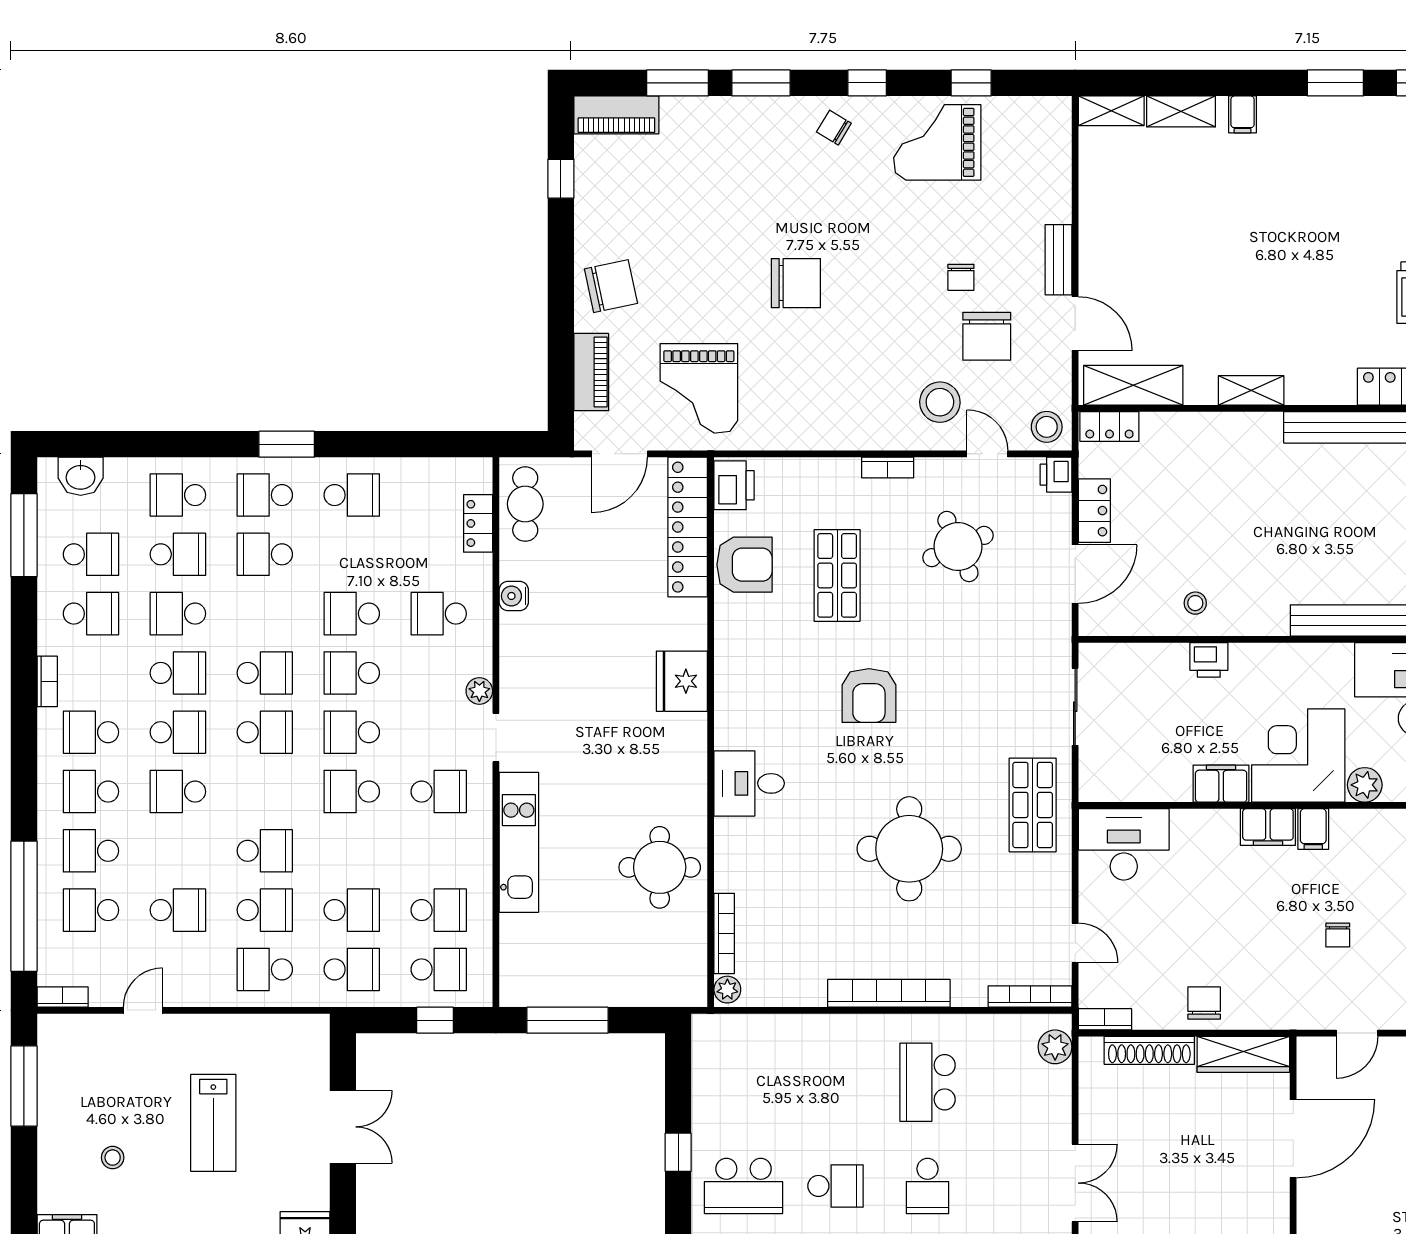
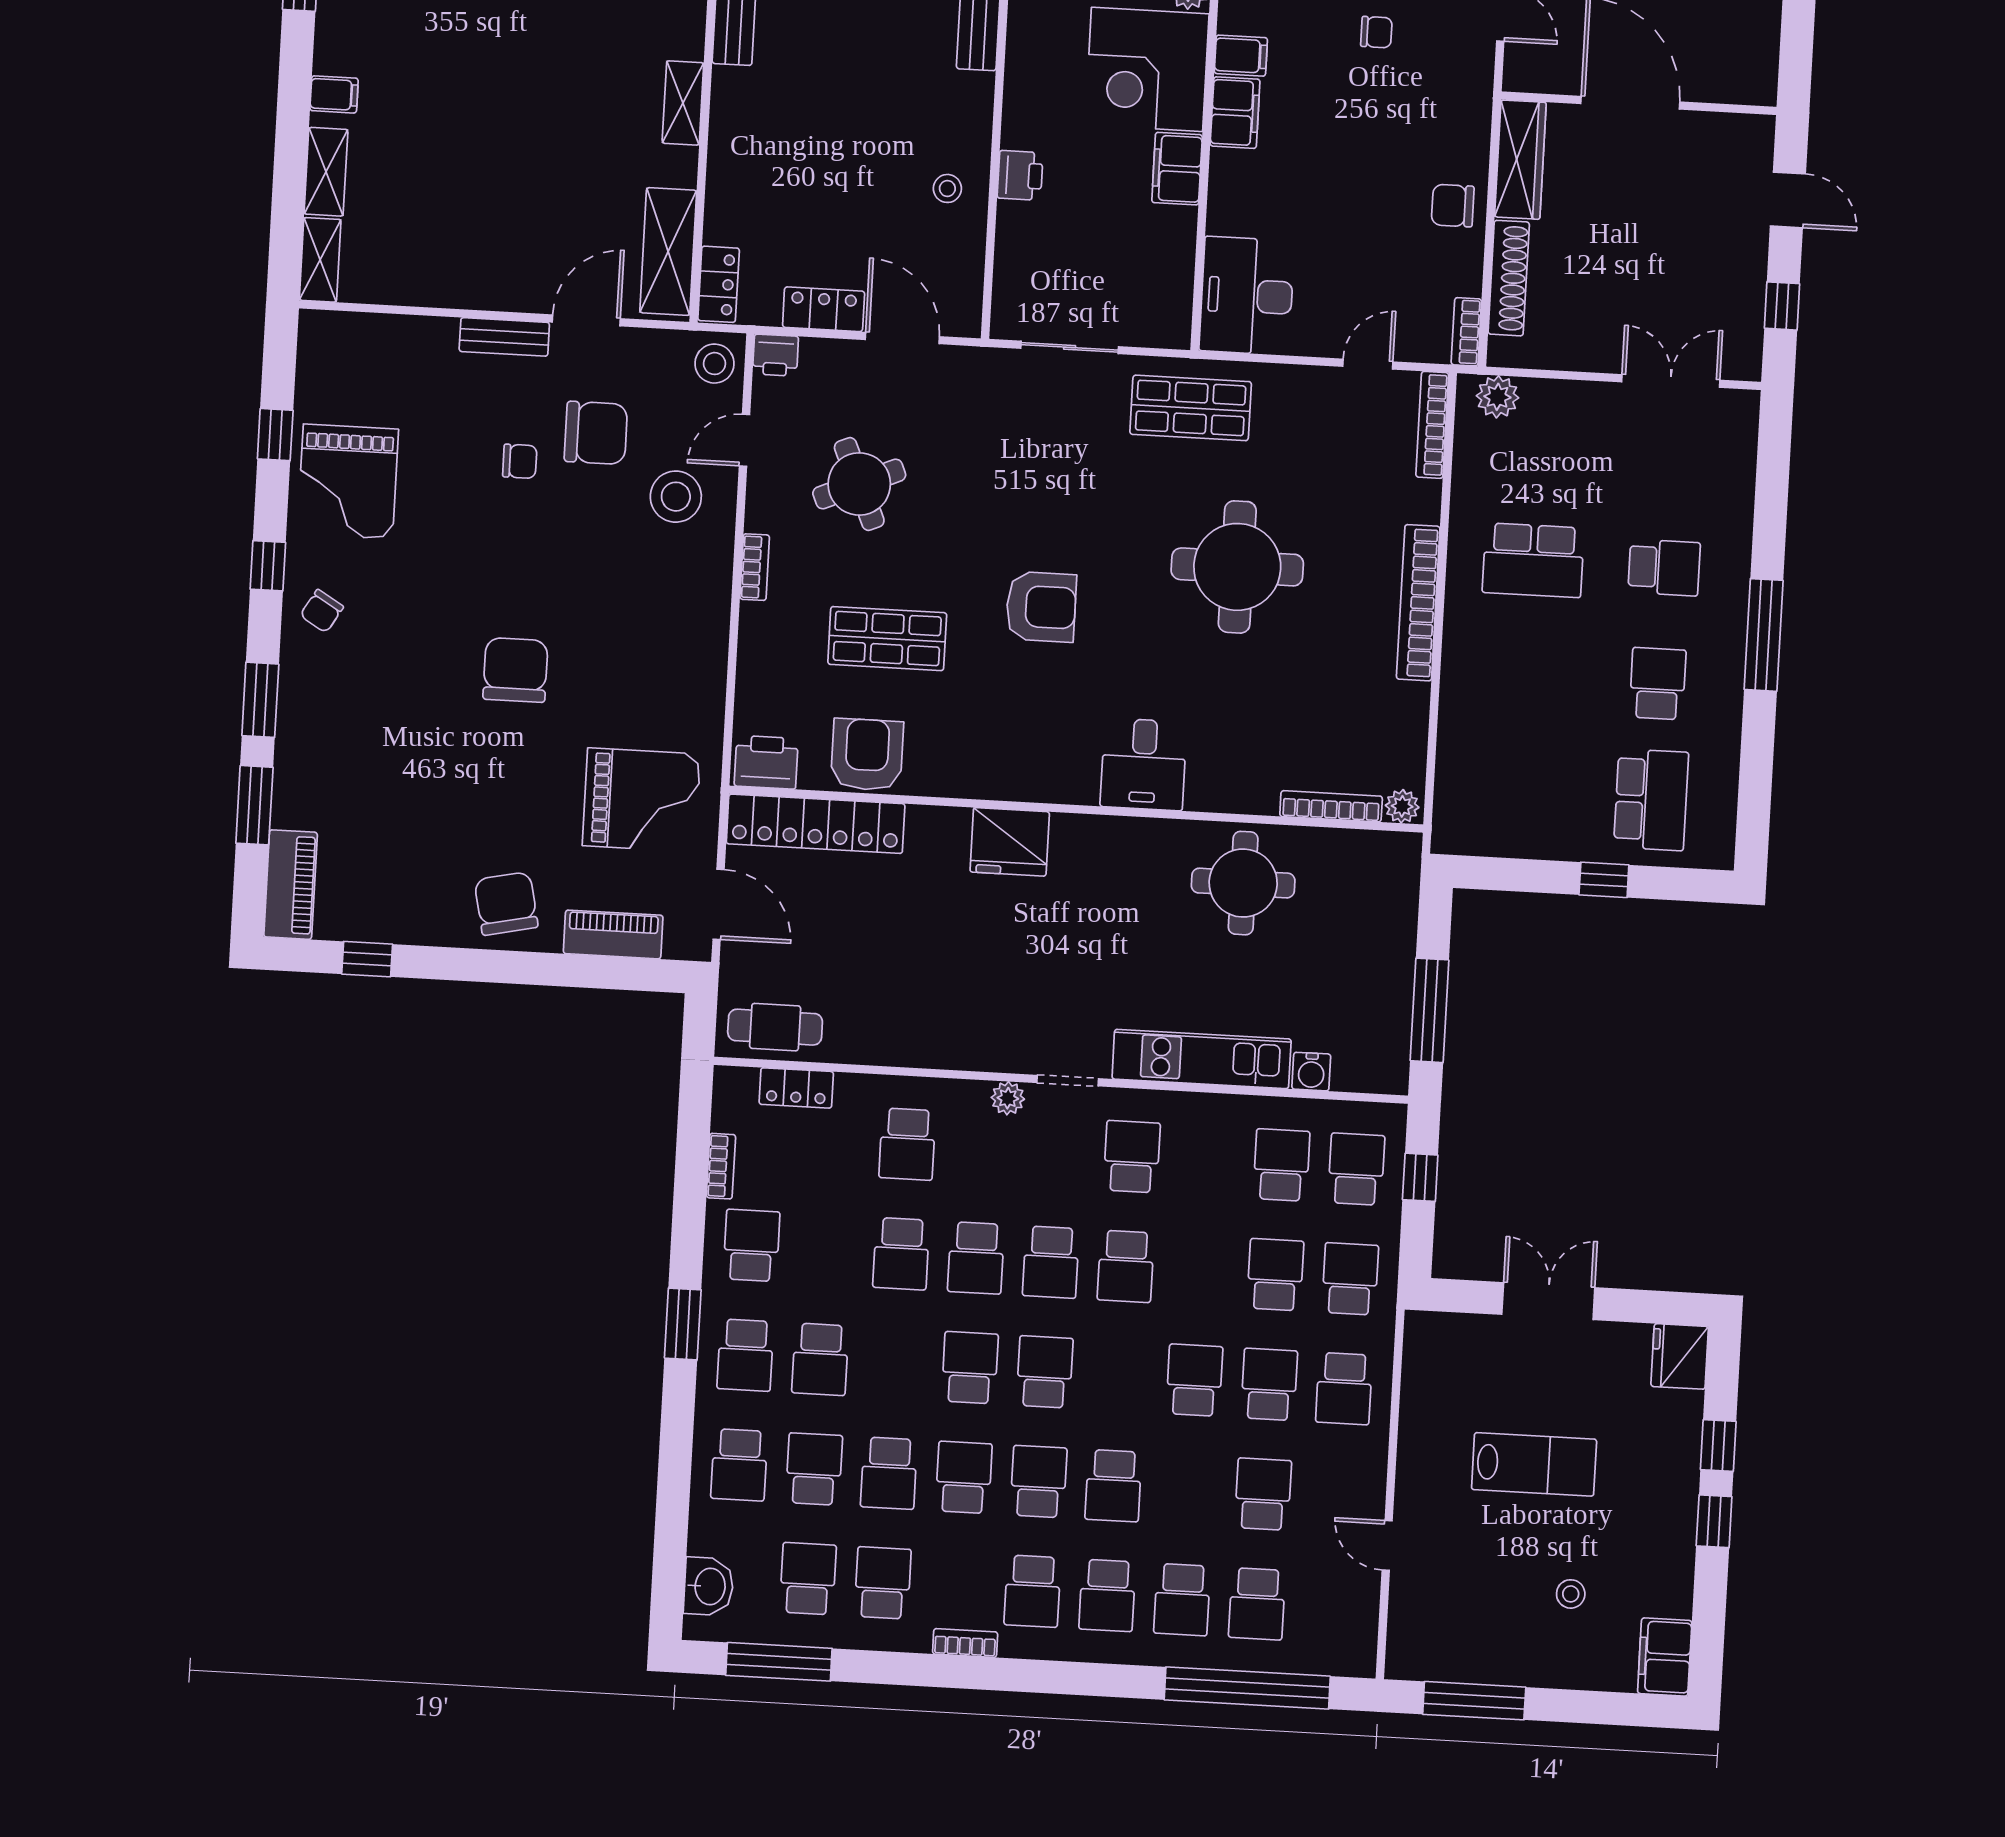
water cooler: (514, 596) -> (1311, 1072), moved
bookcase: (63, 997) -> (721, 1166), moved, turned 180

